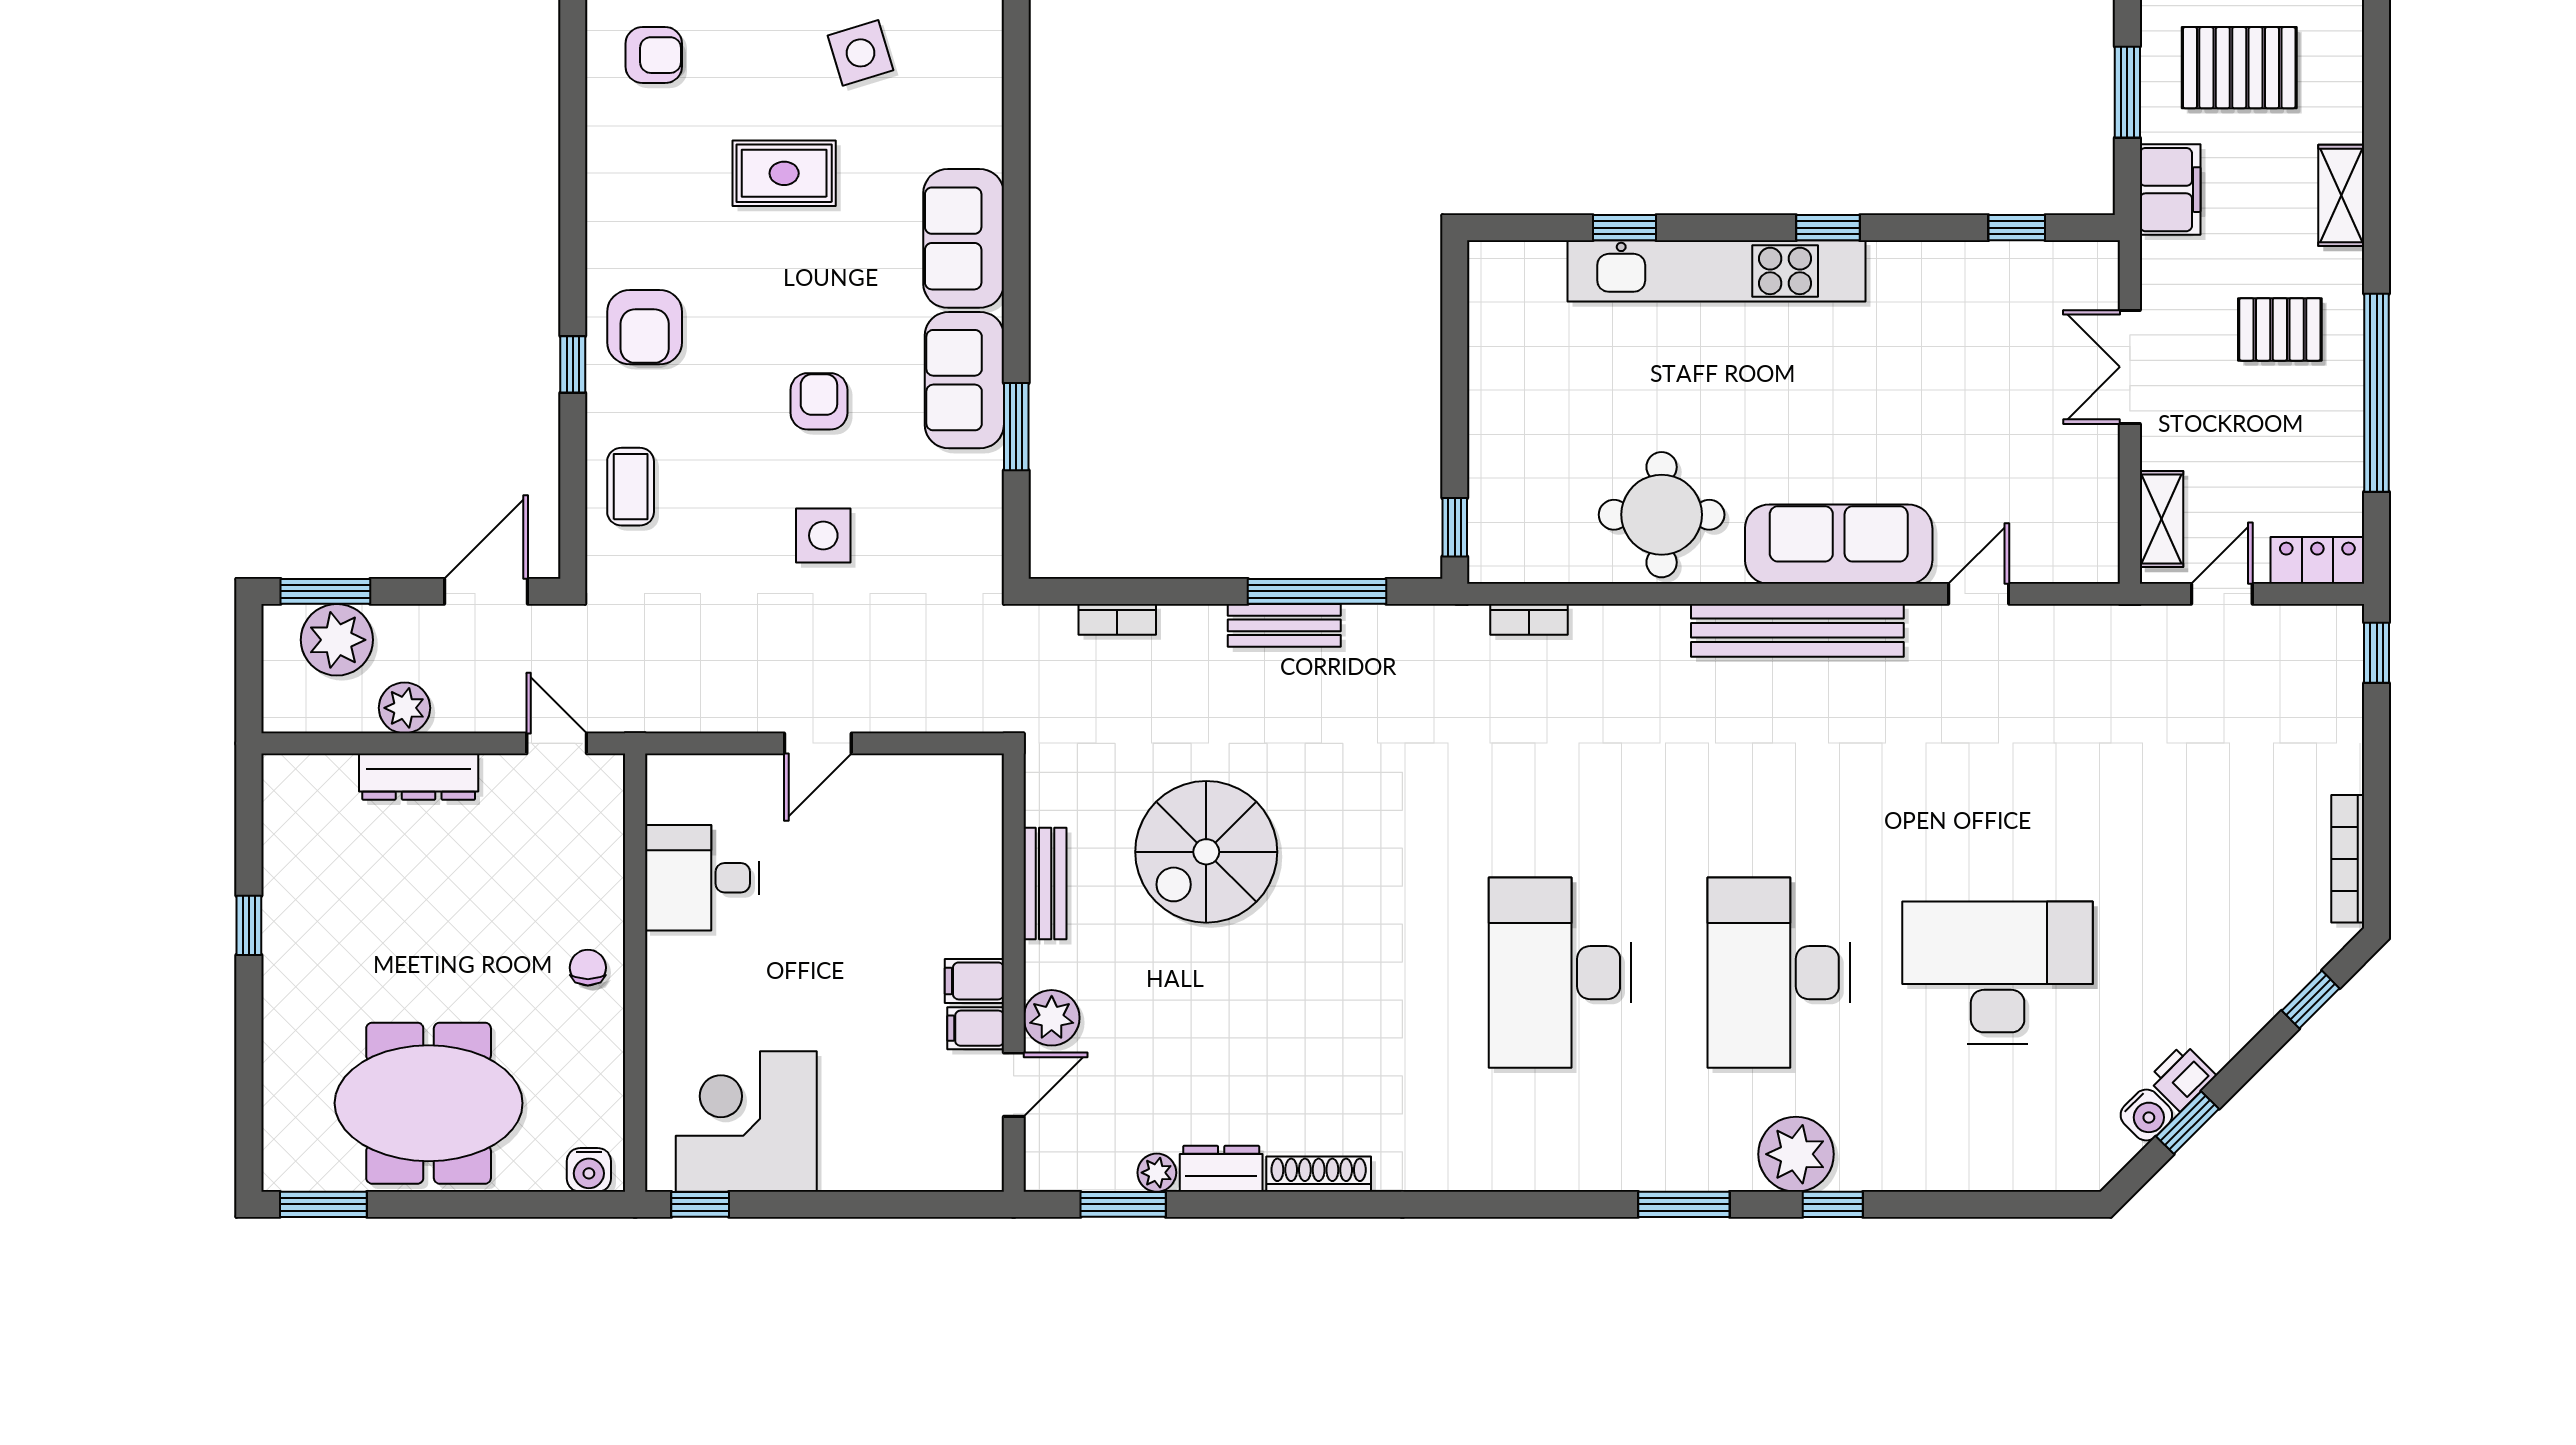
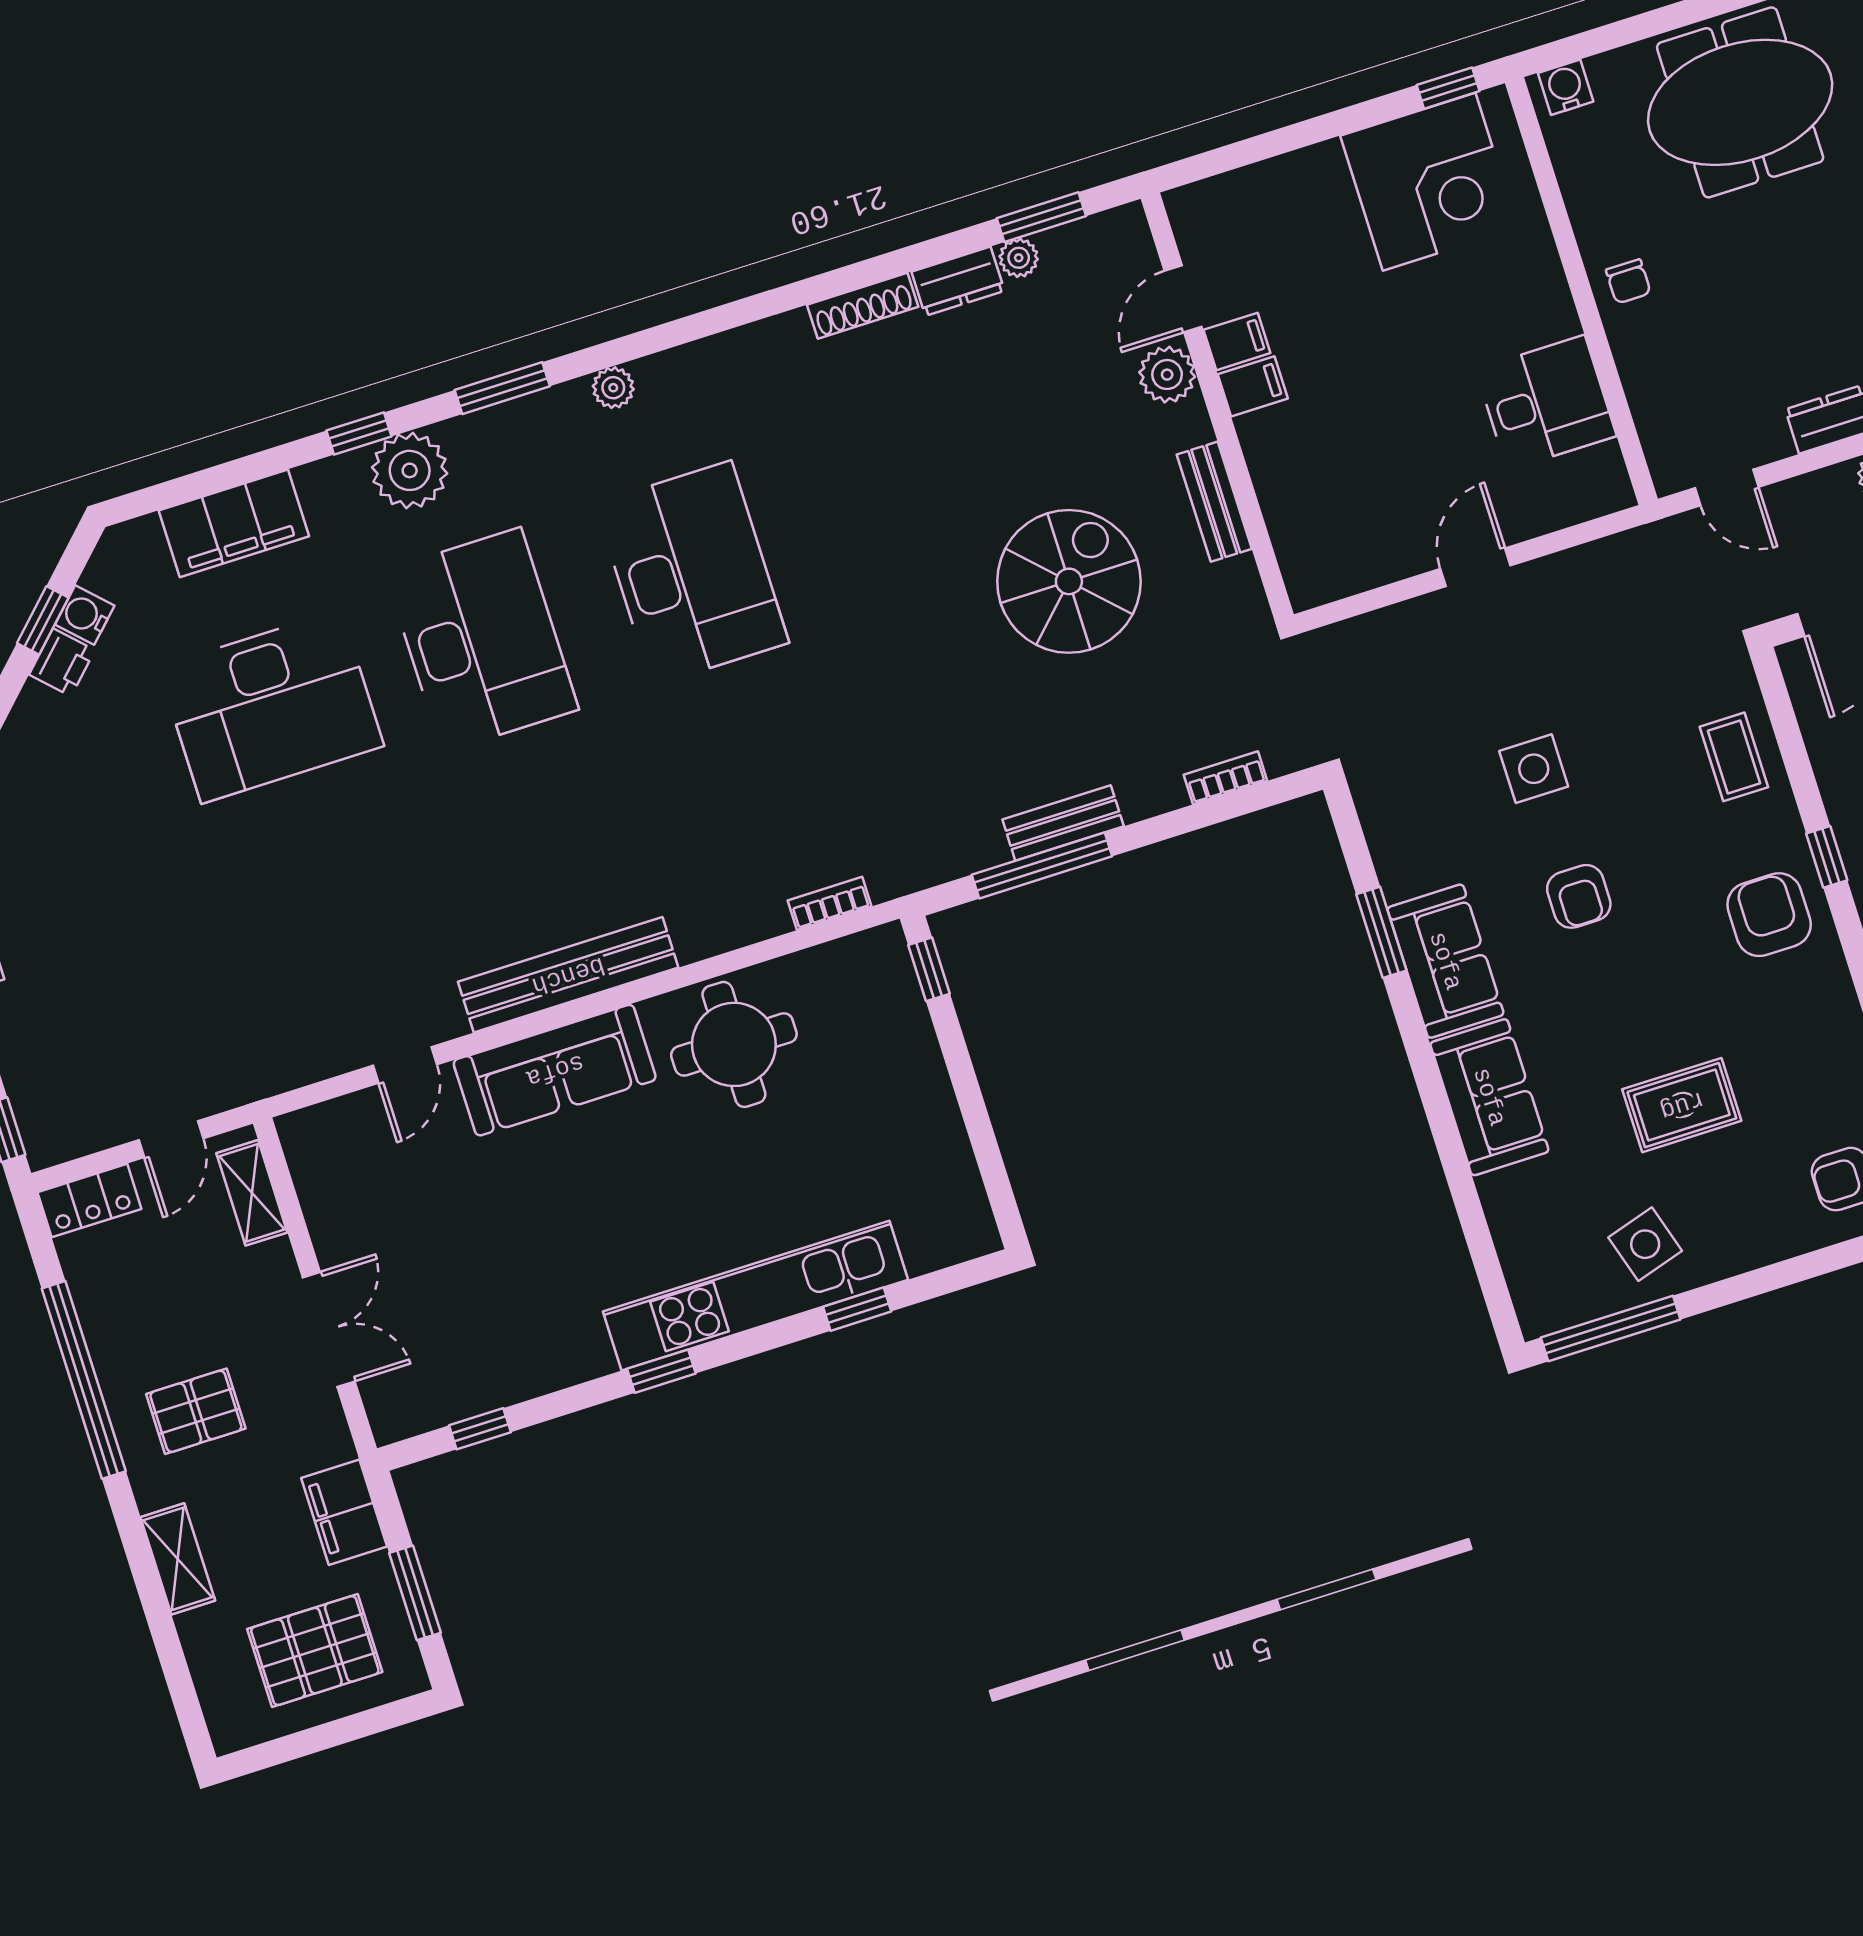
filing cabinet: (1978, 1157) -> (234, 523), added
plant: (1579, 1171) -> (613, 388), added

